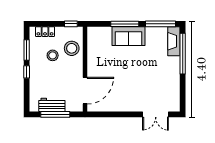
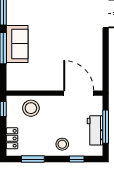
stool: (53, 55) -> (62, 144), moved
window: (27, 72) -> (77, 159), moved

